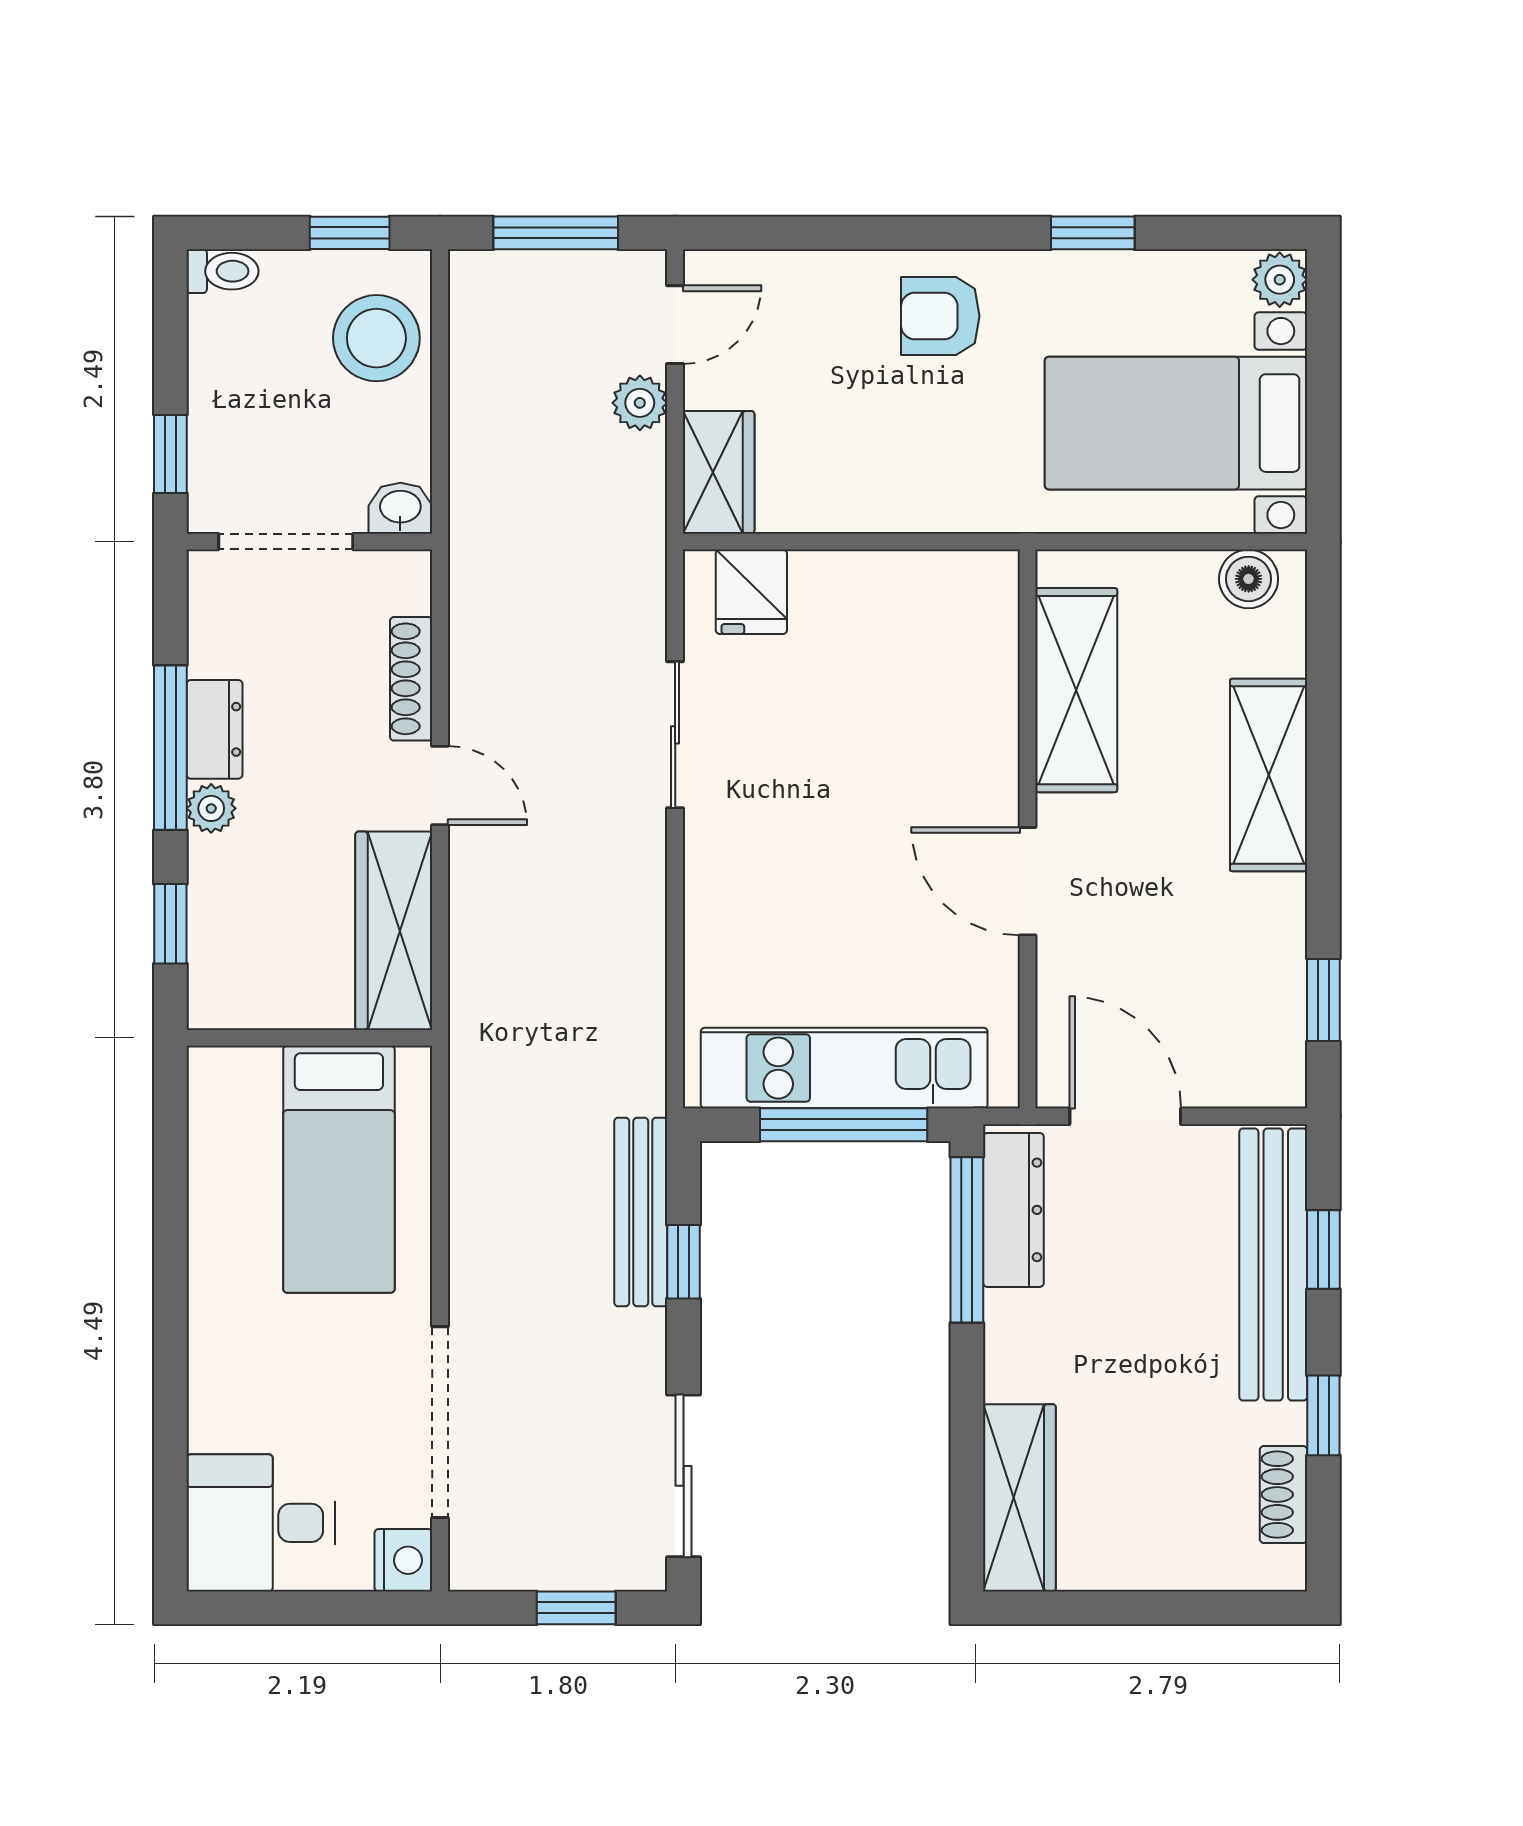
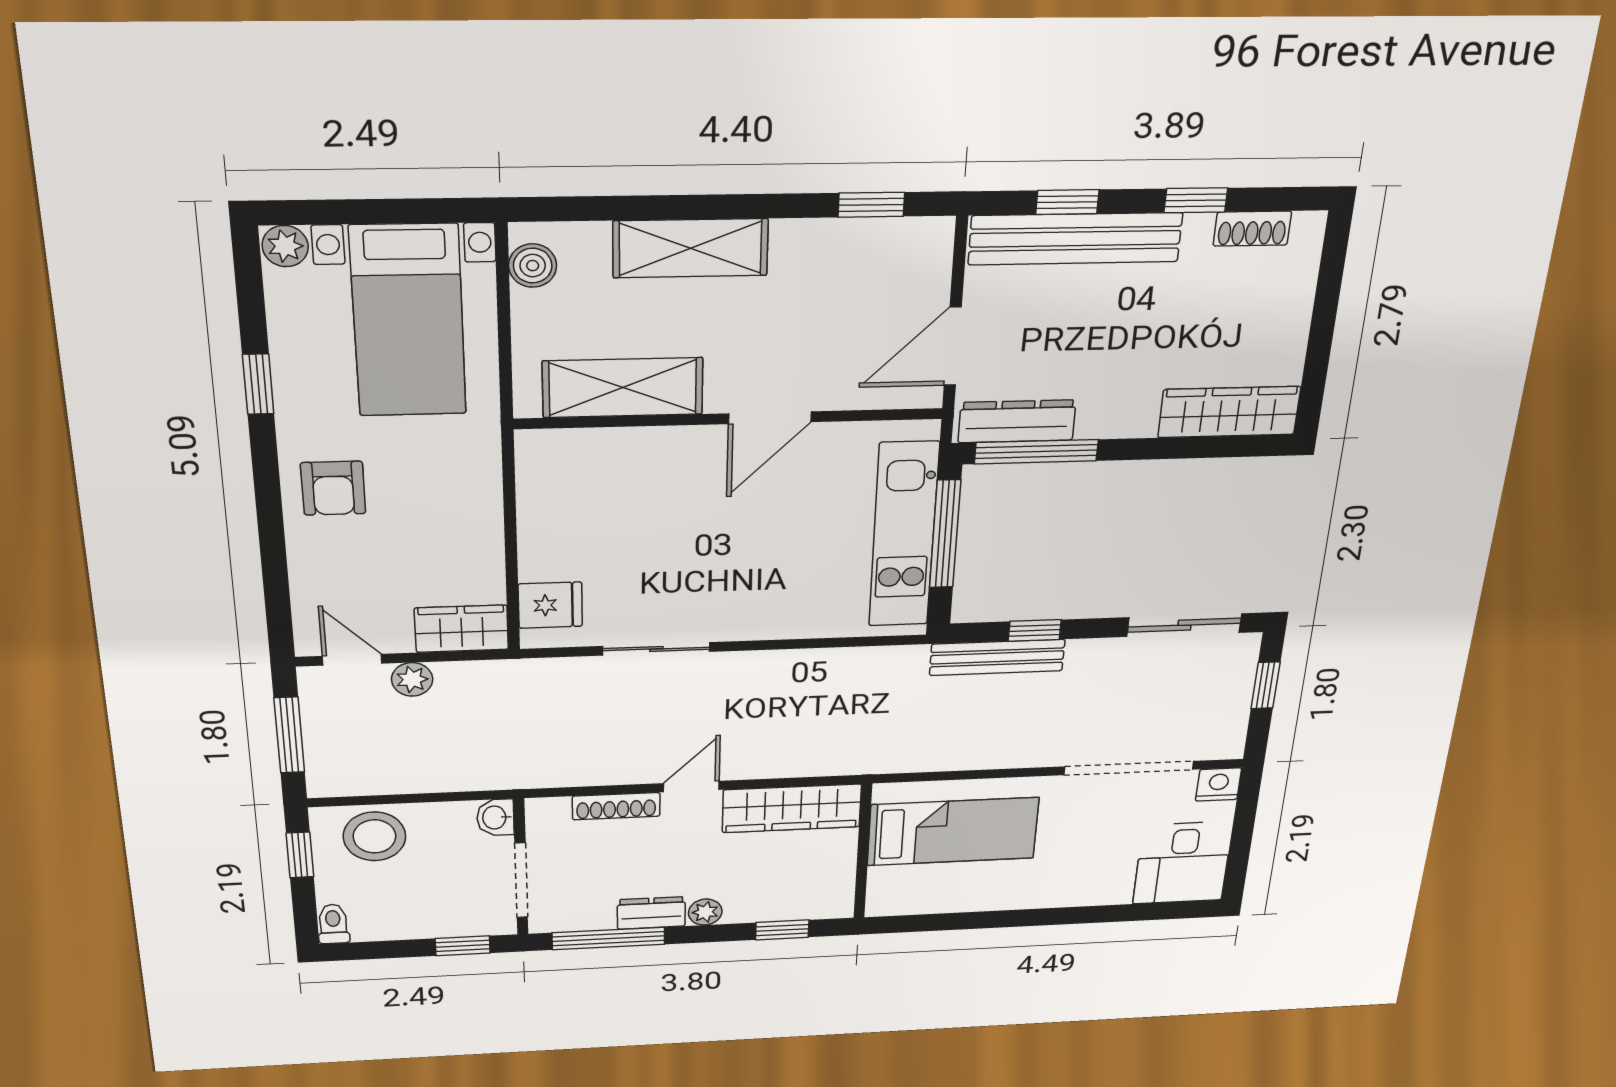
window: (170, 748) -> (608, 939), moved

